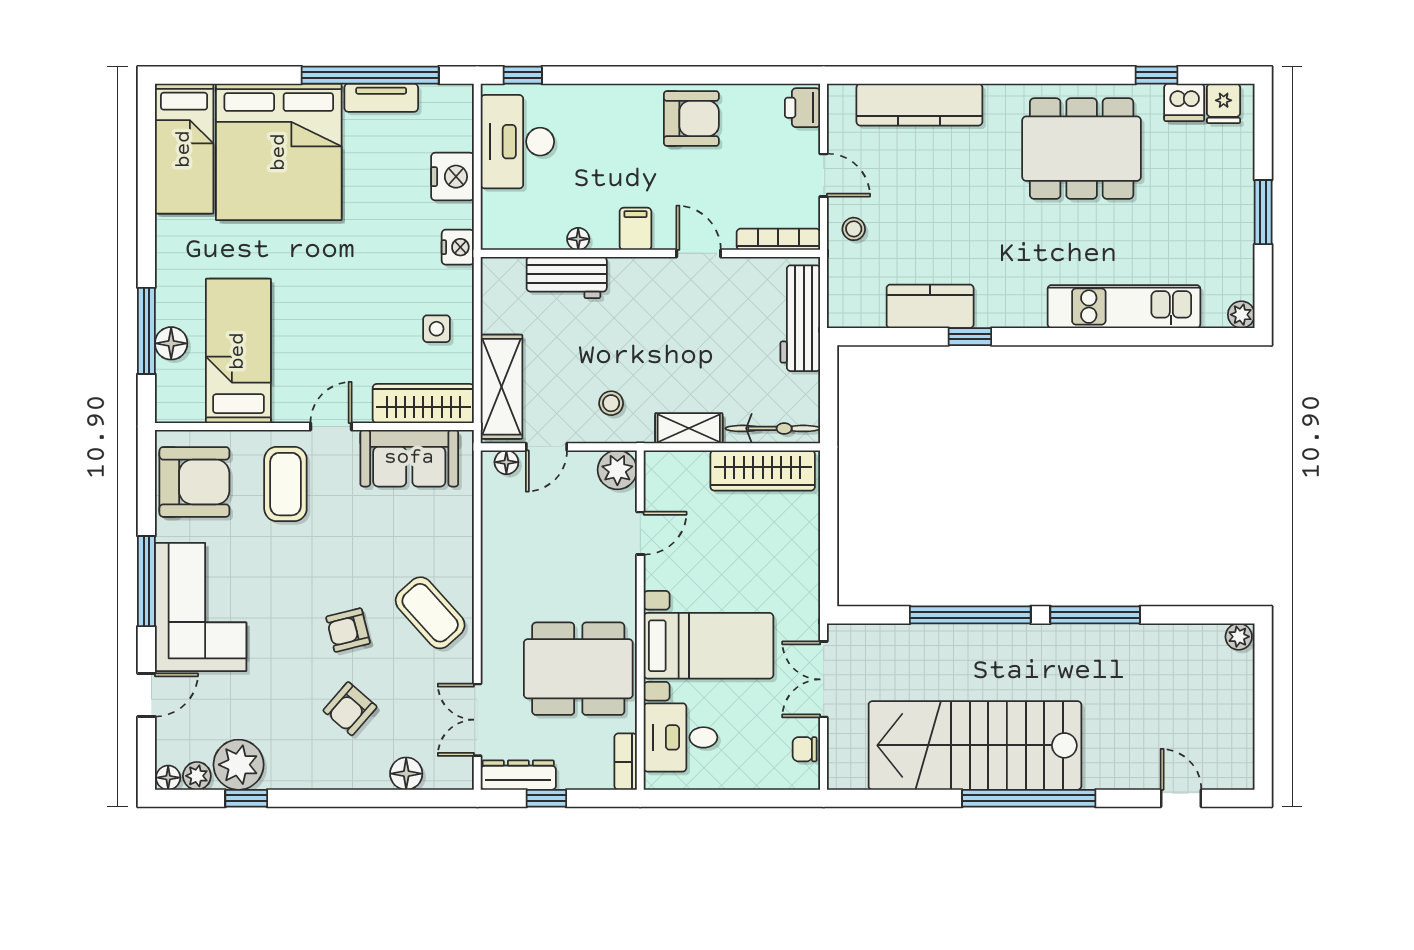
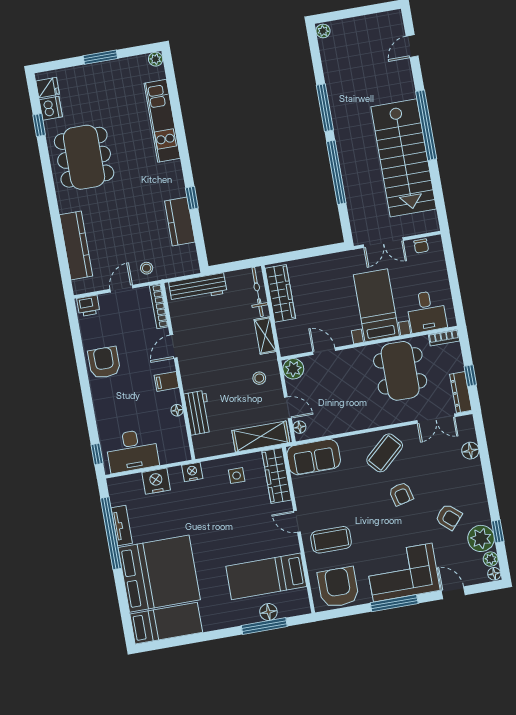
sofa: (409, 458) -> (314, 457), moved, turned 90
armchair: (350, 709) -> (449, 517), moved

